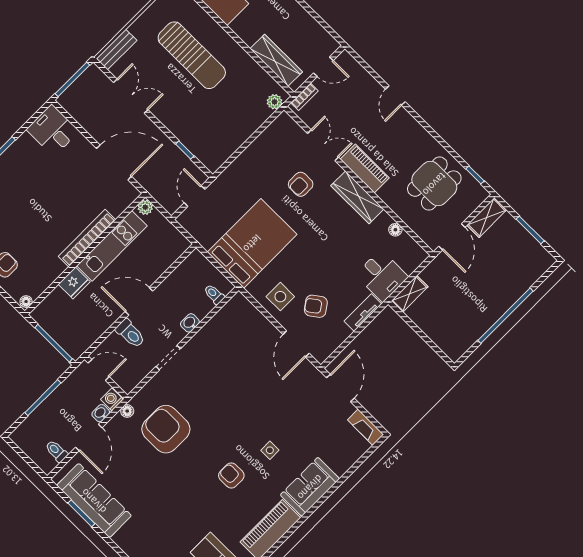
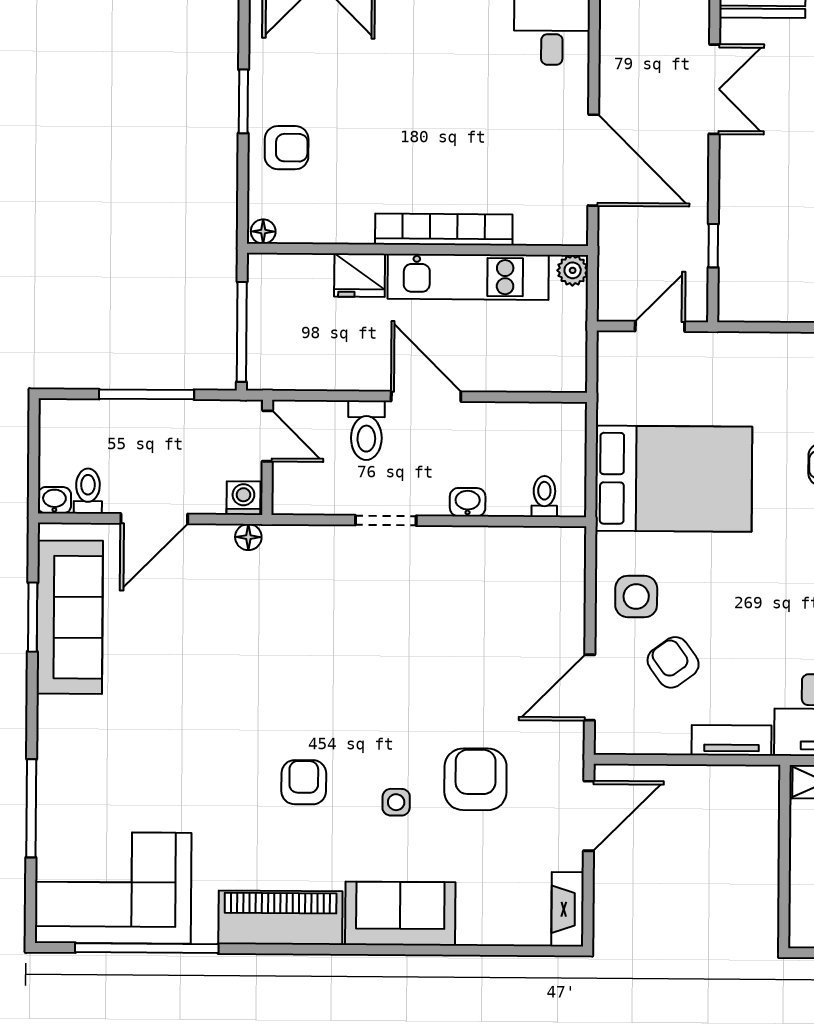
washbasin: (101, 413) -> (54, 500), moved
armchair: (166, 429) -> (475, 779), moved, width x0.73, depth x0.73

